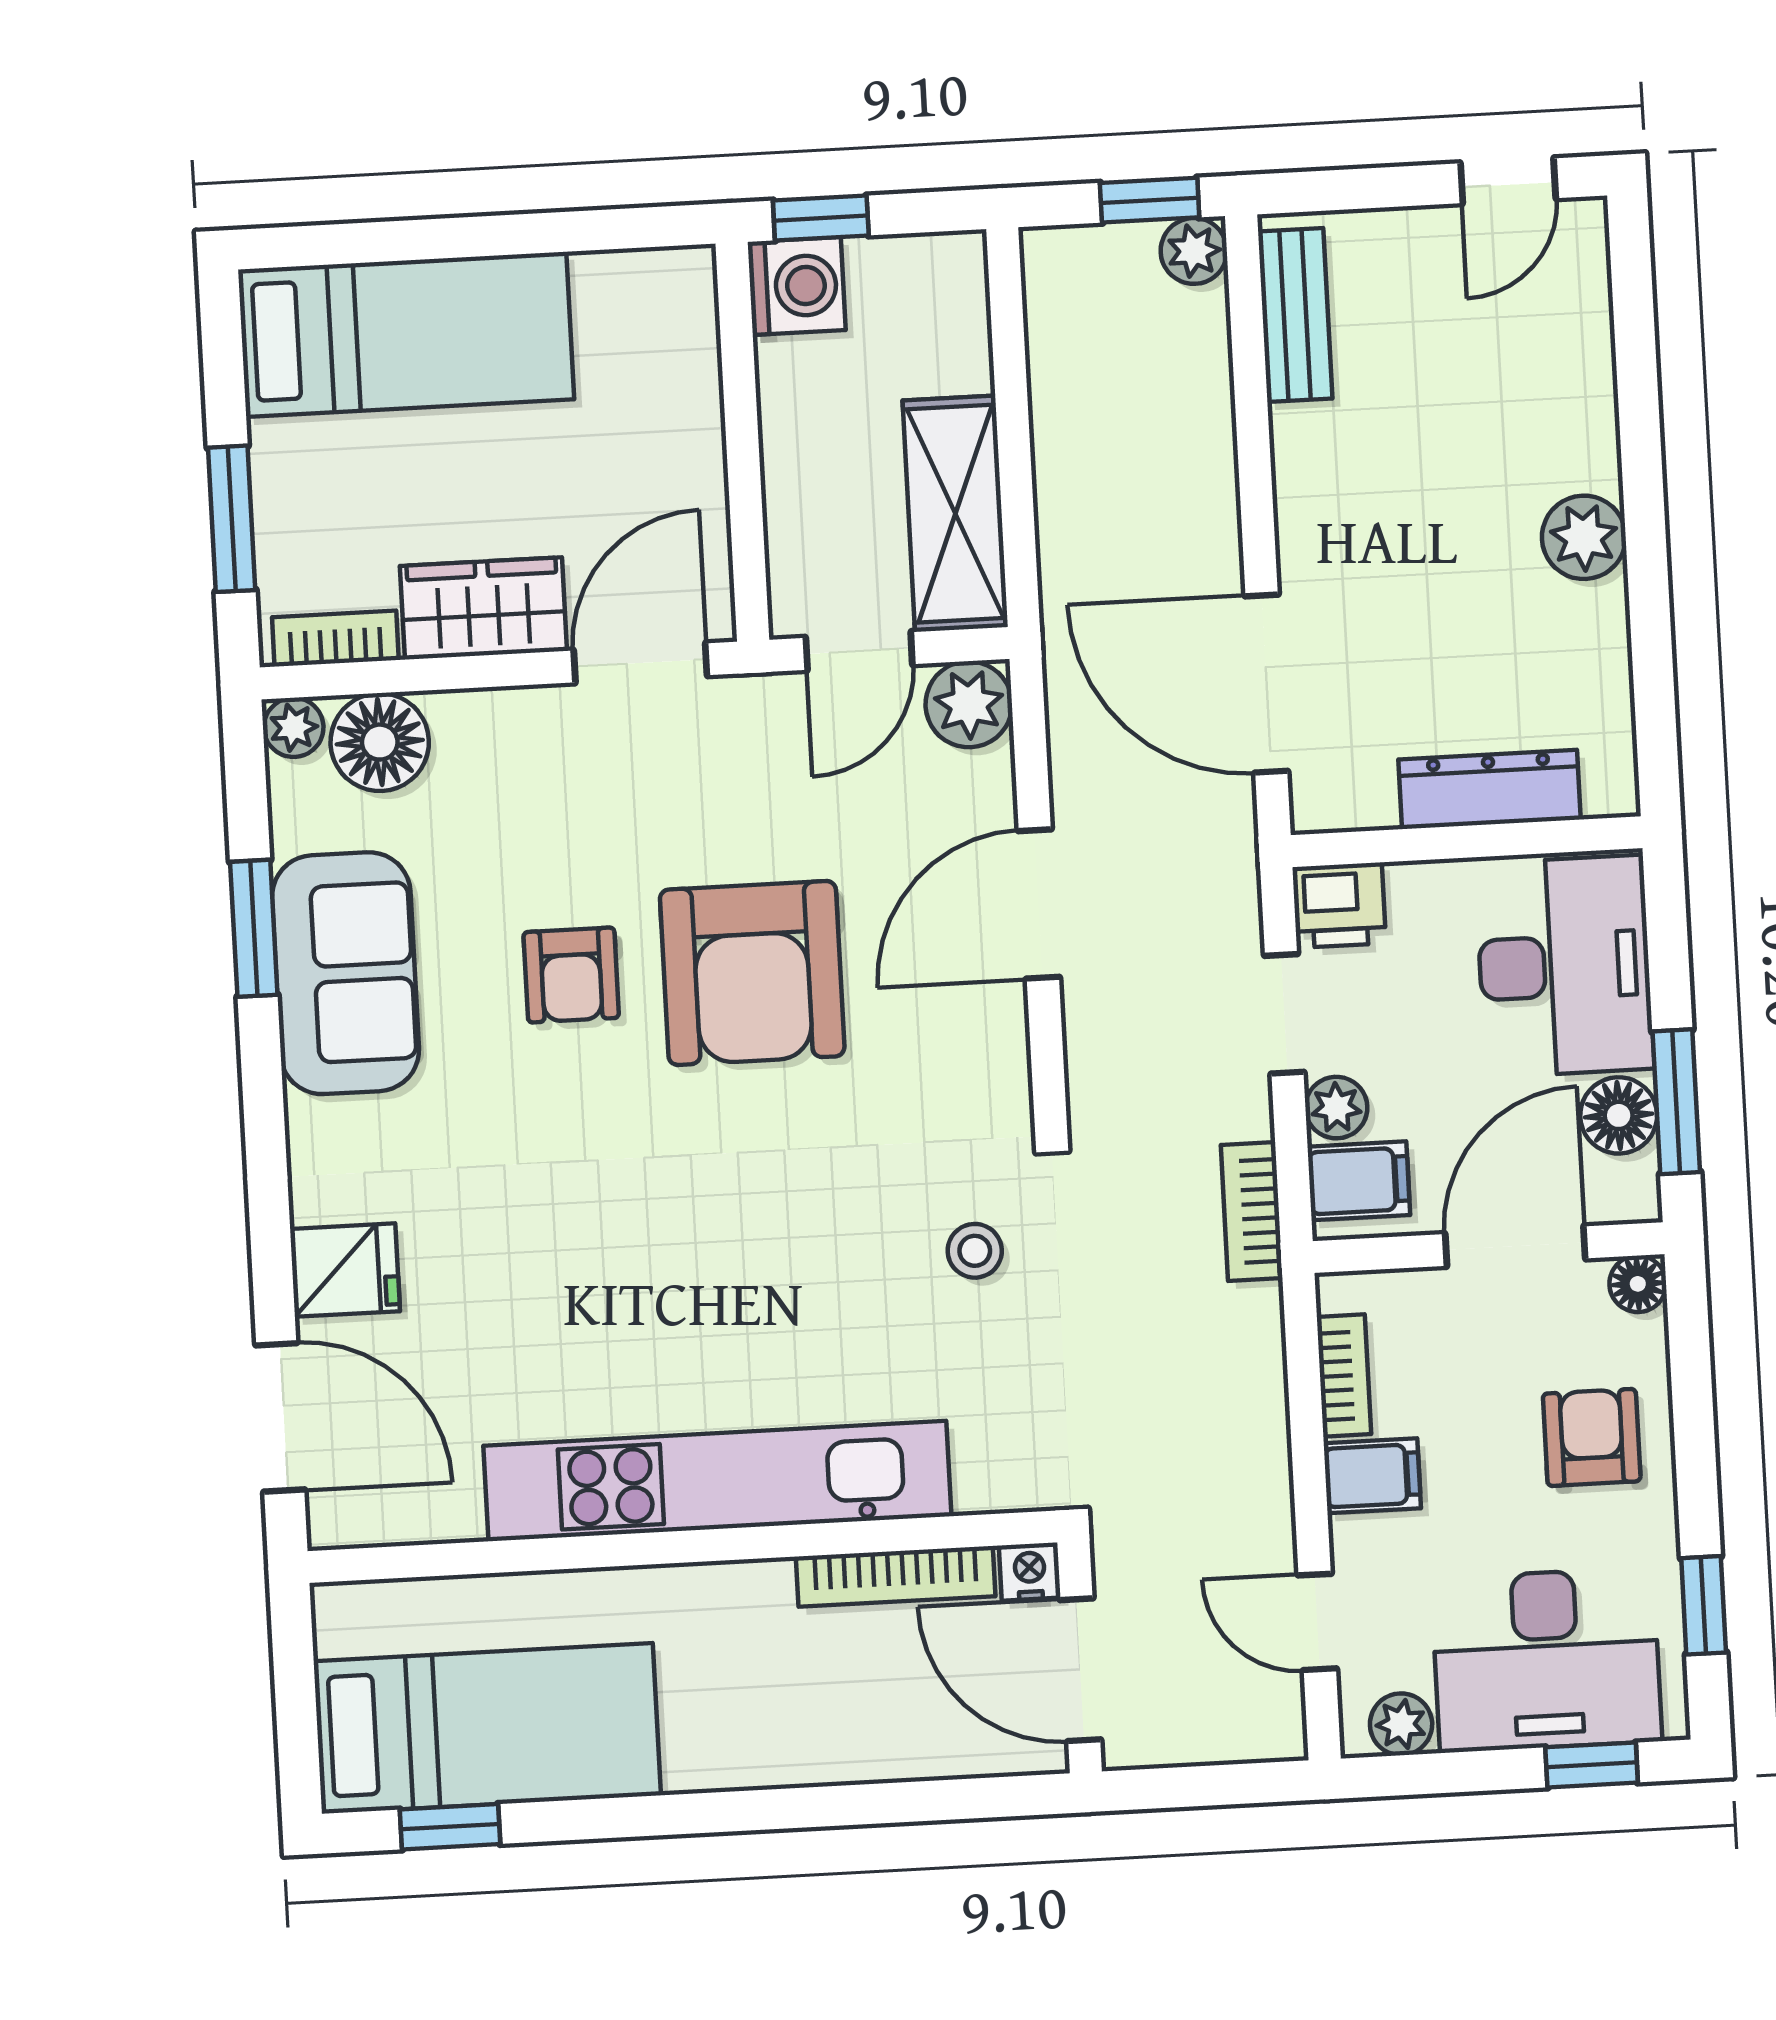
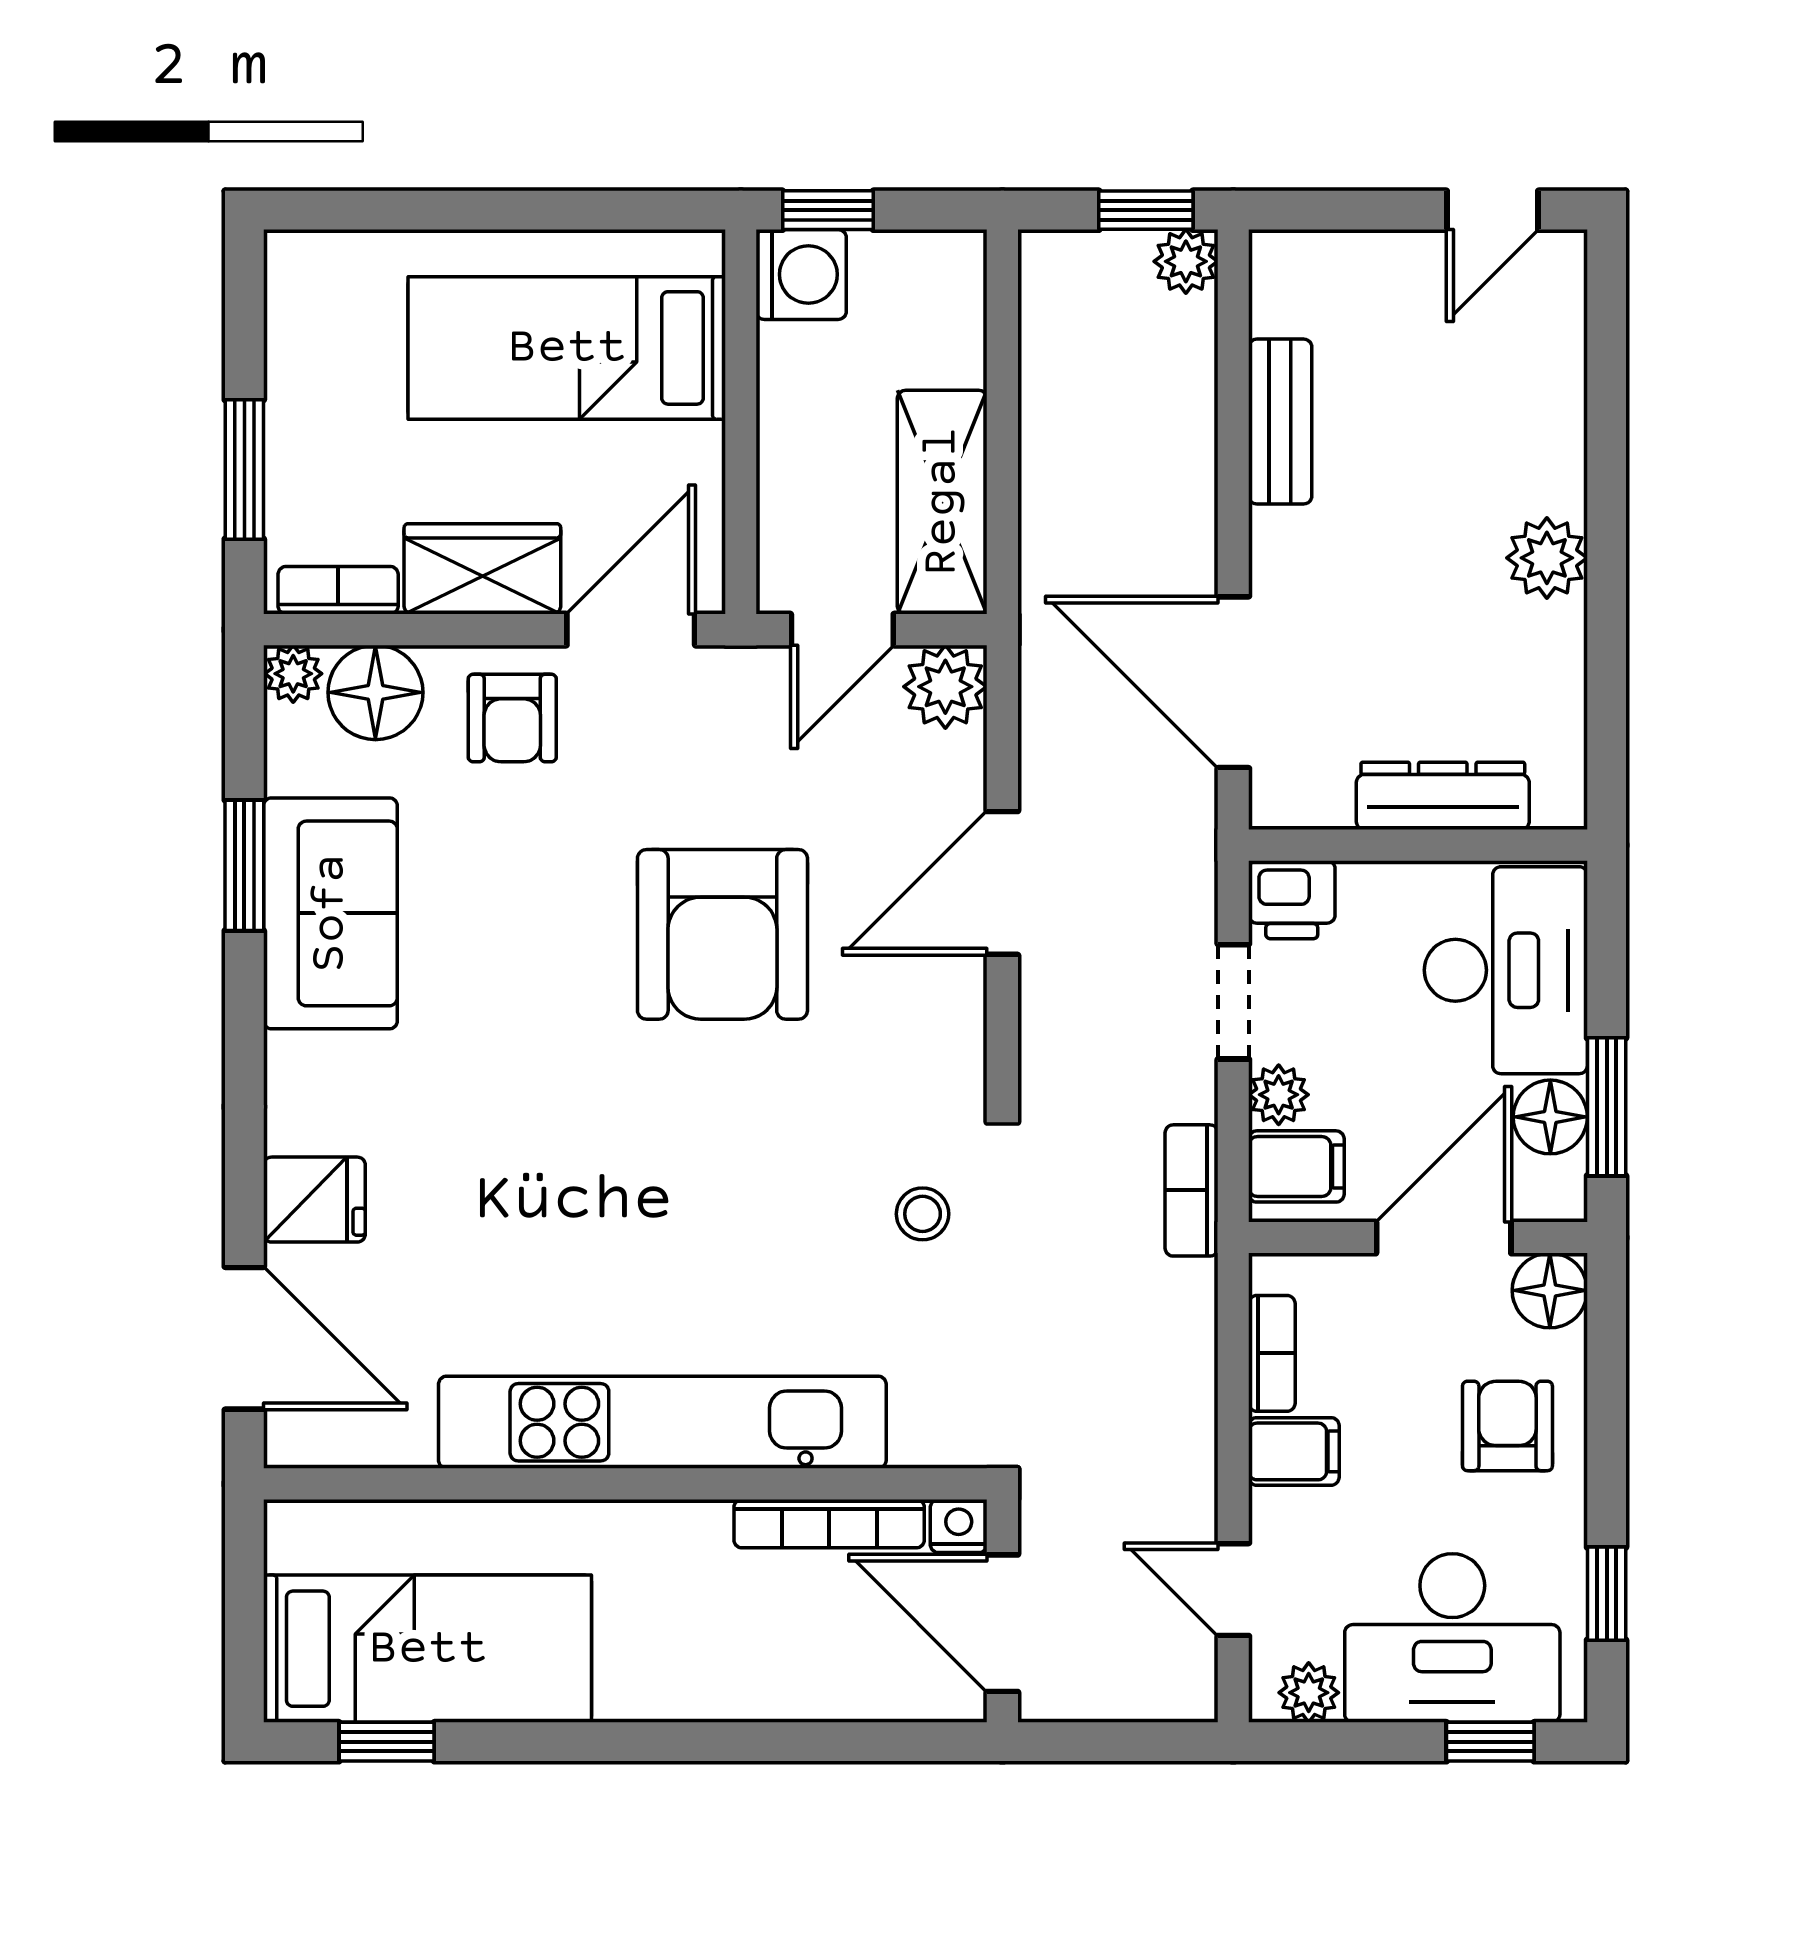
bench: (1295, 315) -> (1280, 422), moved
bed: (406, 334) -> (567, 348), moved, turned 180
armchair: (571, 975) -> (512, 718), moved
floor lamp: (1638, 1284) -> (1550, 1290), width x1.37, depth x1.37

